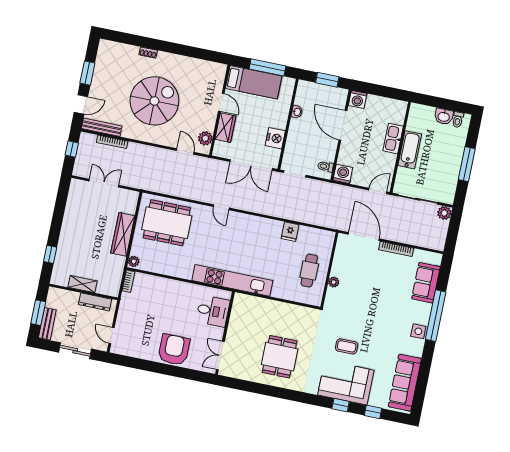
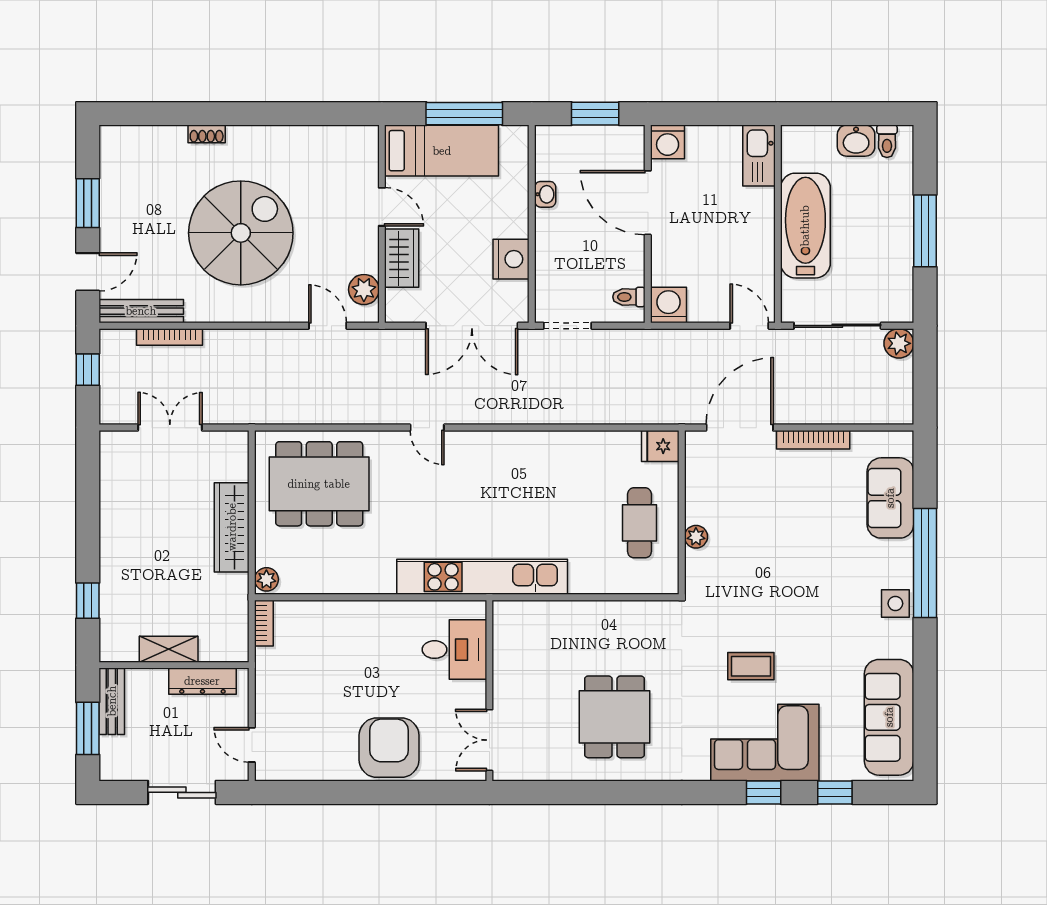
kitchen sink: (393, 139) -> (759, 156), moved
bathtub: (410, 150) -> (805, 226), width x1.36, depth x1.36
door: (378, 191) -> (749, 326), hinge flipped
fridge: (290, 232) -> (660, 446), moved, turned 90
door: (364, 236) -> (740, 428), hinge flipped
bench: (47, 324) -> (112, 701), moved

